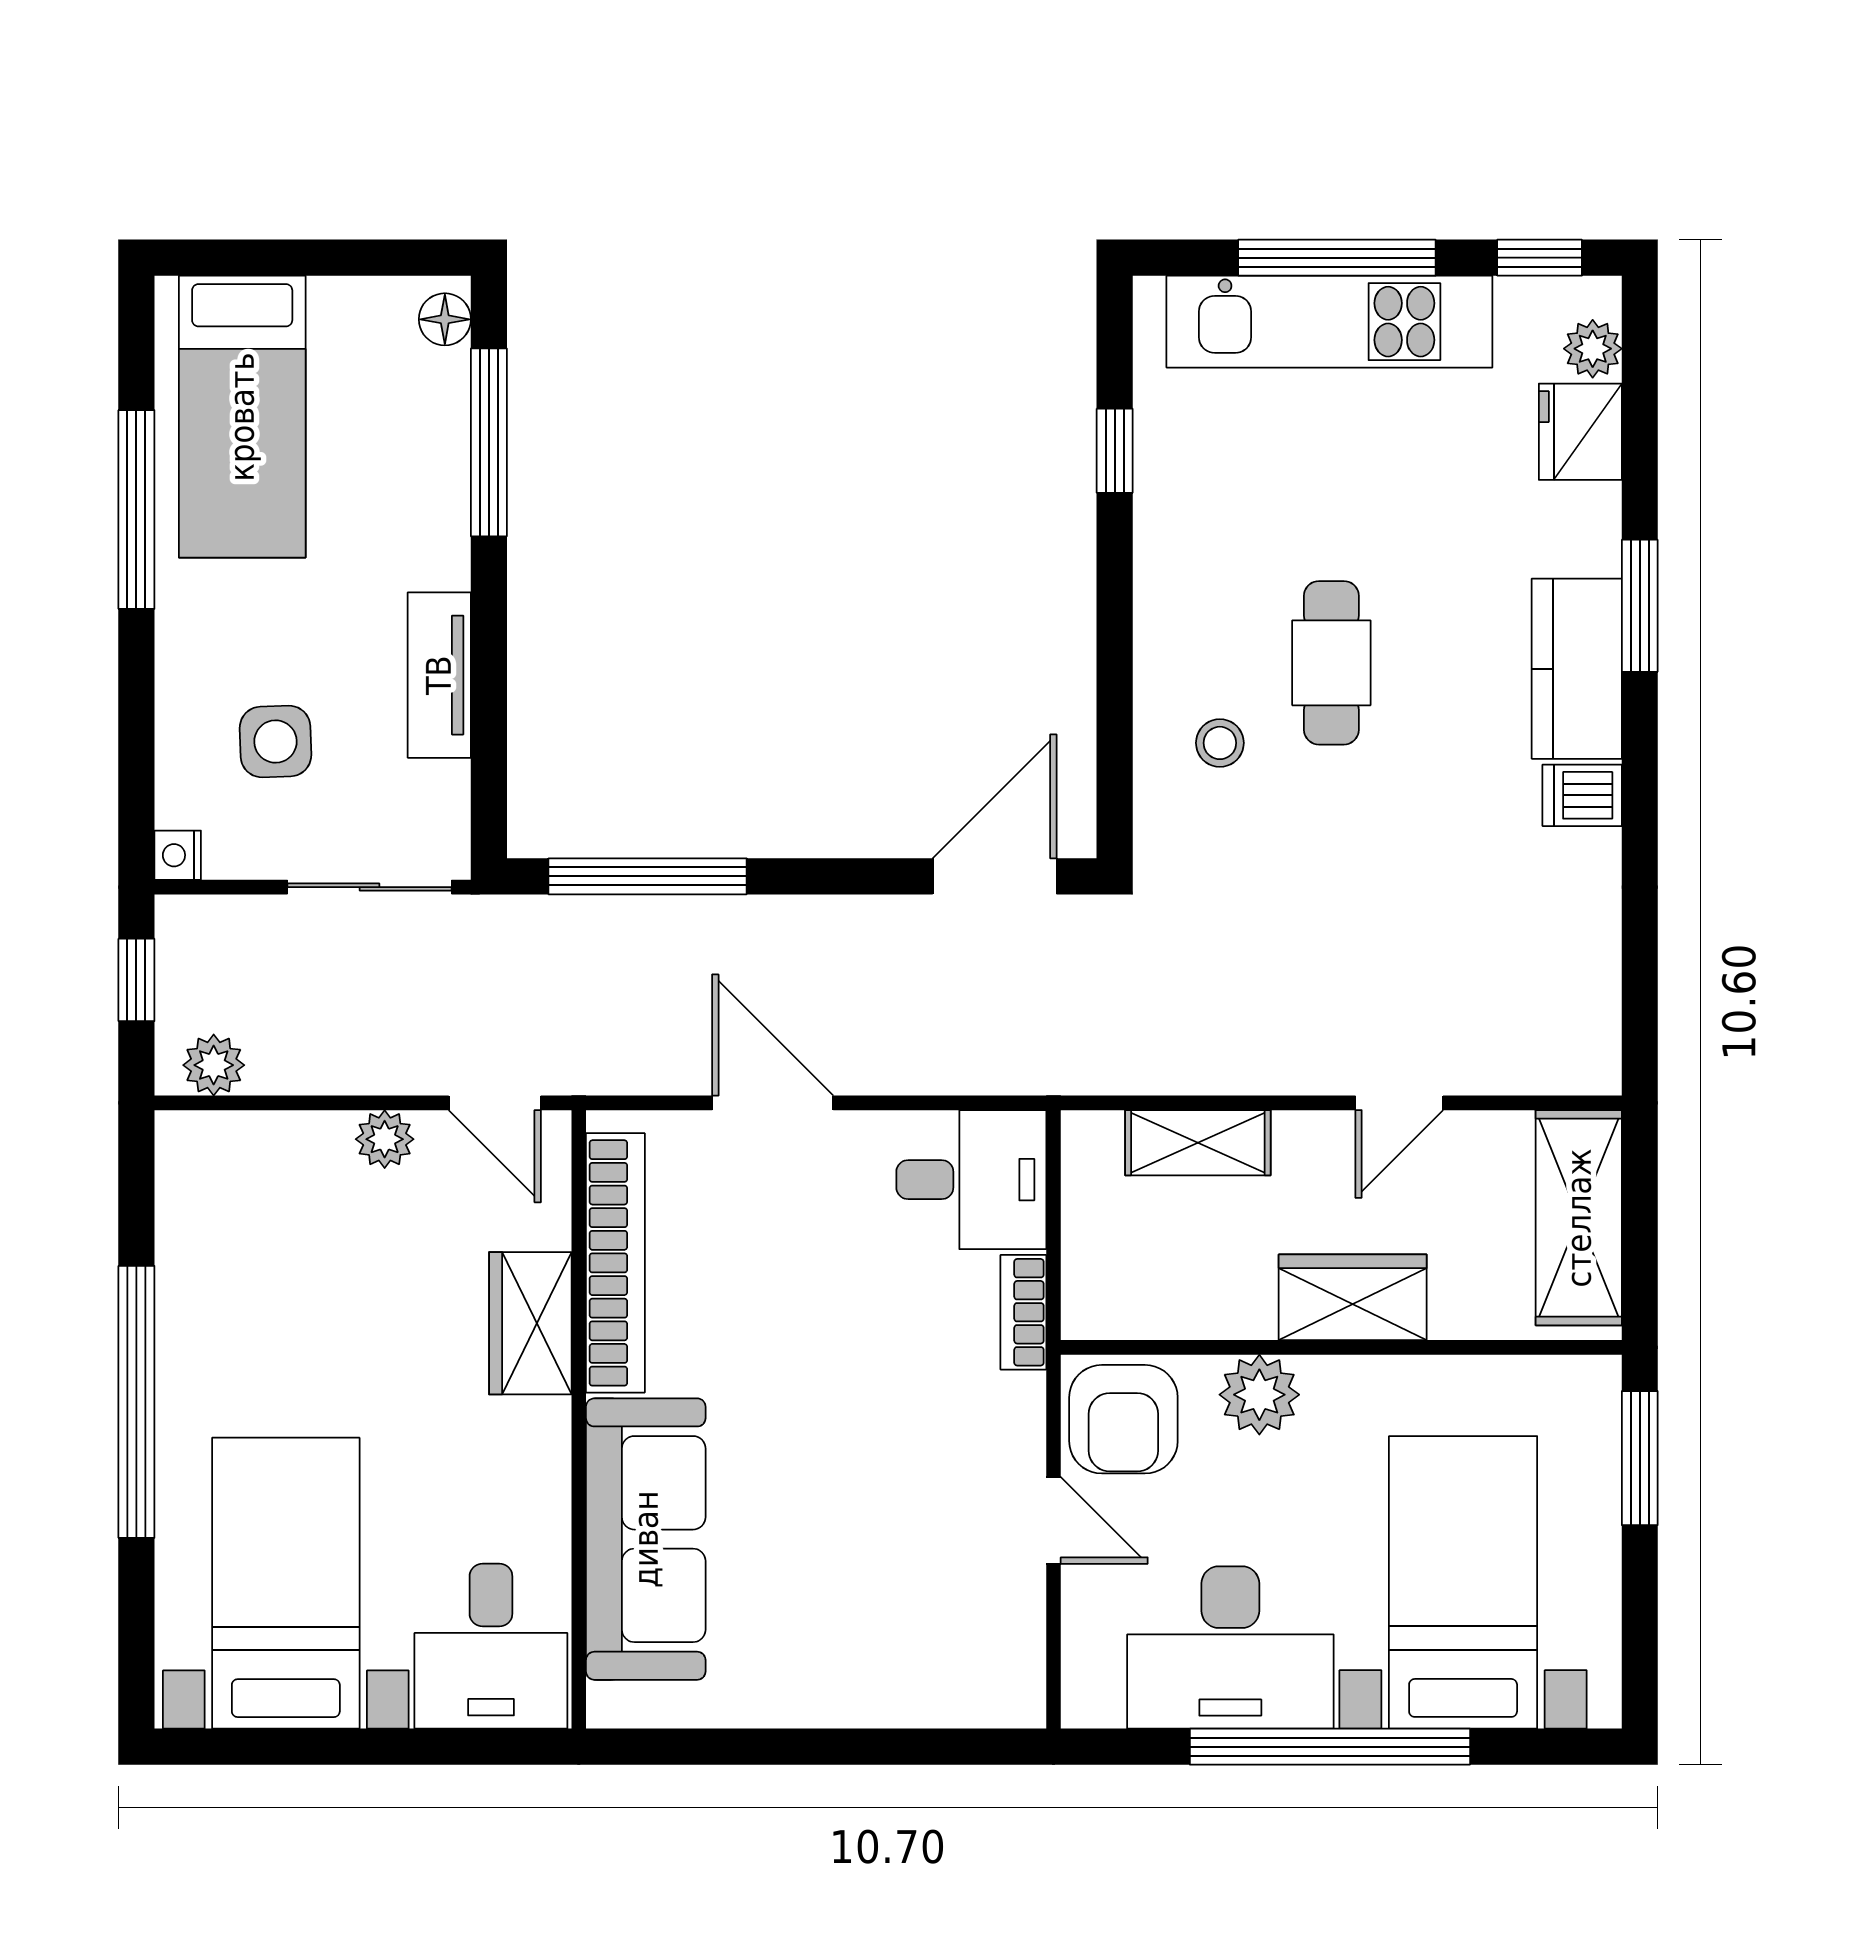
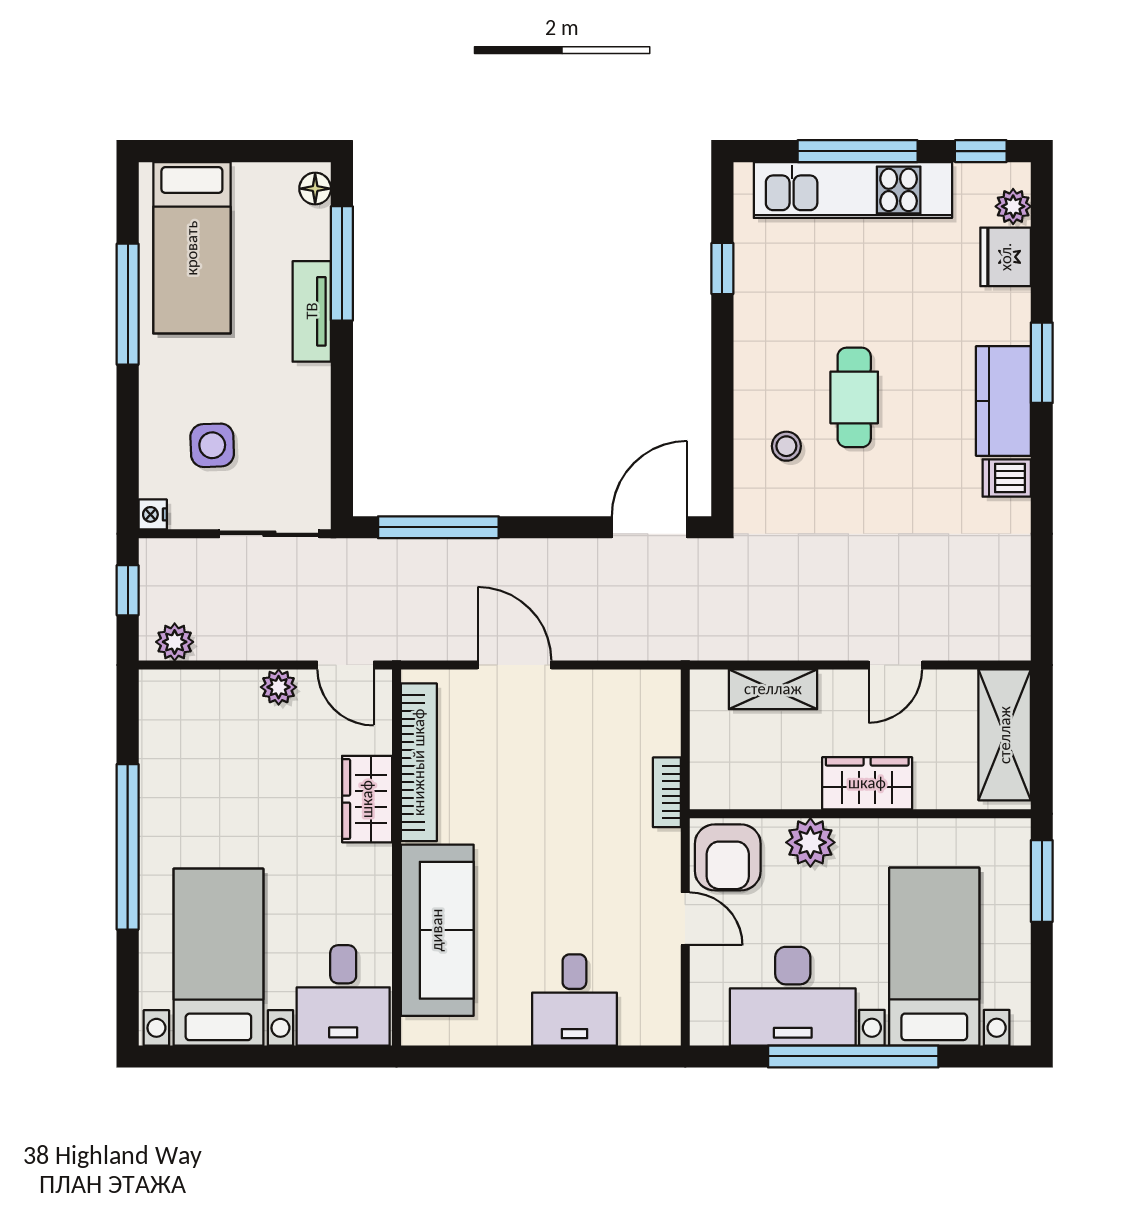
tv unit: (439, 675) -> (312, 311), moved
desk: (971, 1180) -> (574, 1000), moved, turned 90

